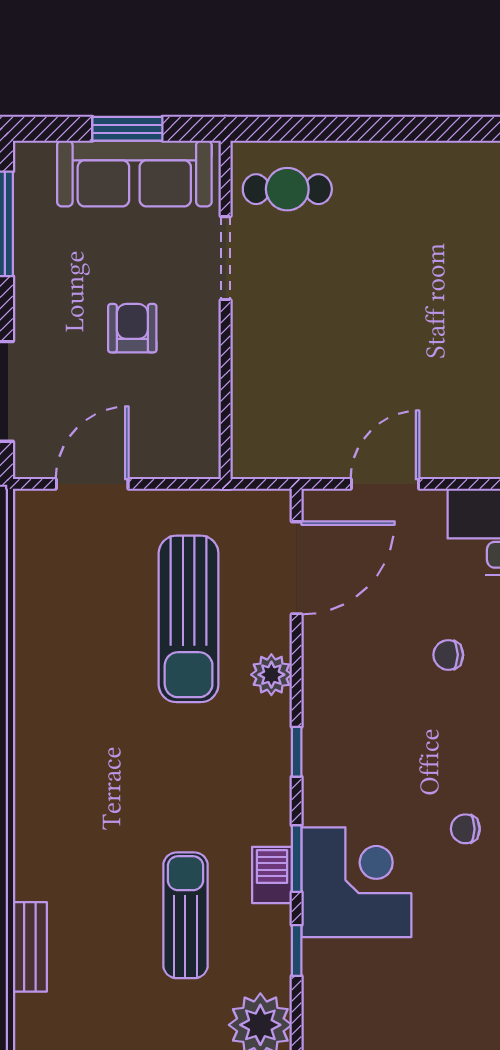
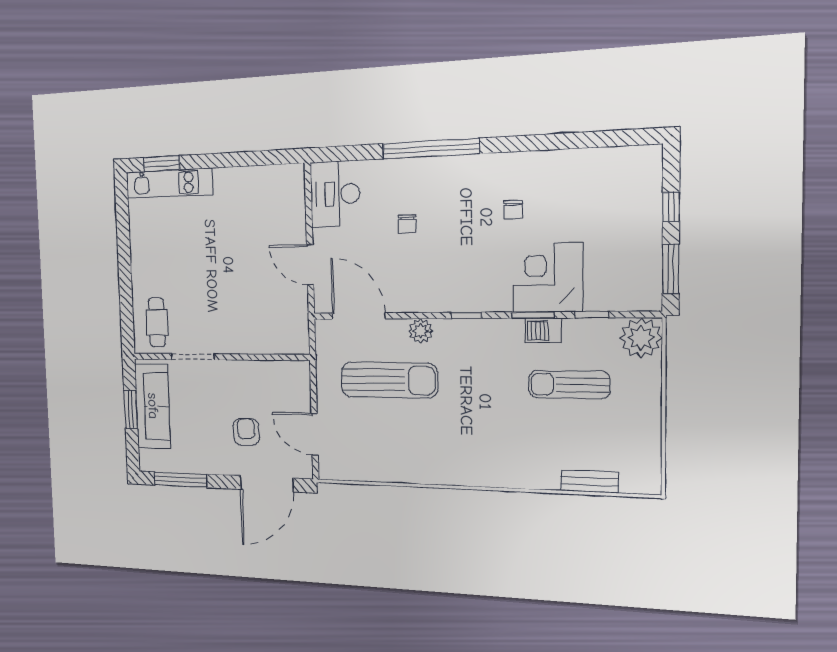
armchair: (132, 328) -> (246, 432), moved, turned 87

